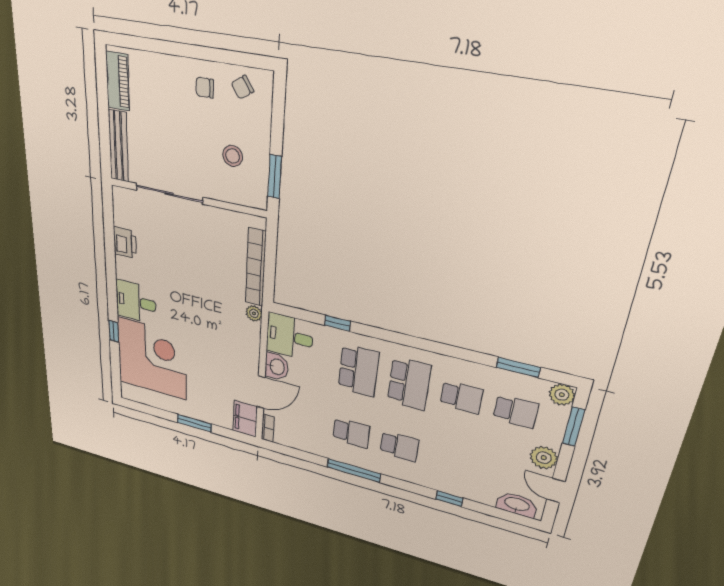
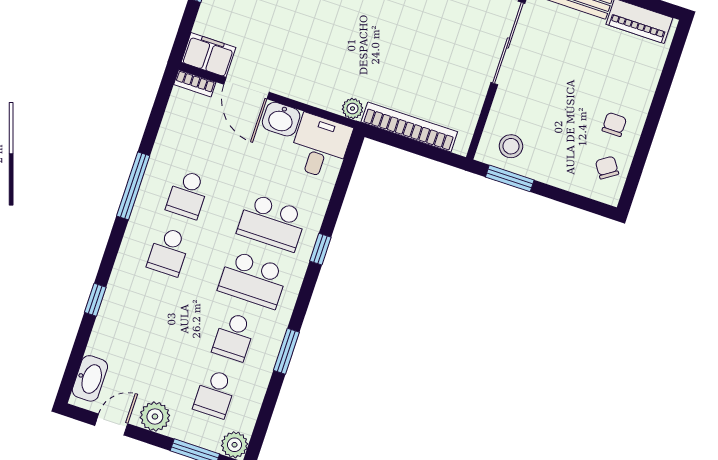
stool: (233, 156) -> (511, 146), moved
window: (337, 323) -> (320, 249), moved
window: (518, 367) -> (286, 351), moved

